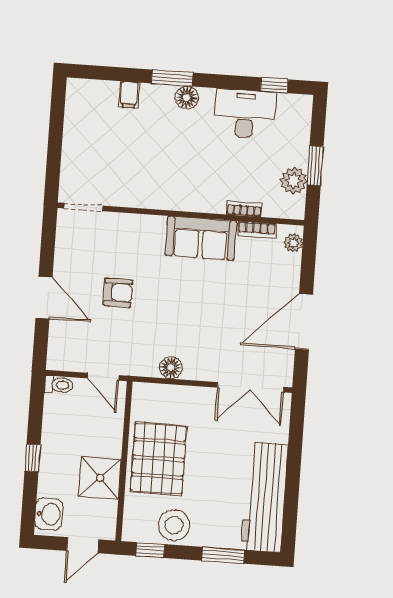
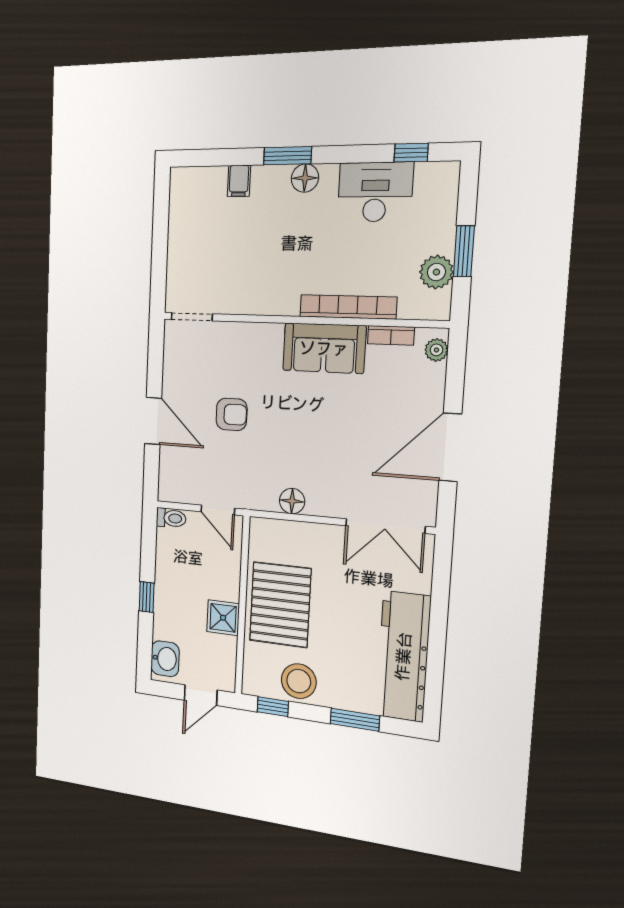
bookcase: (244, 209) -> (348, 307), width x2.31, depth x1.31
shower: (100, 478) -> (223, 618), width x0.73, depth x0.73

